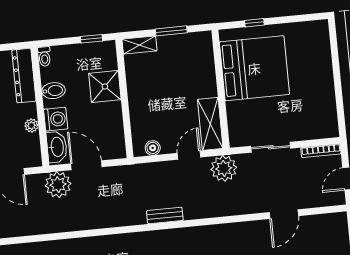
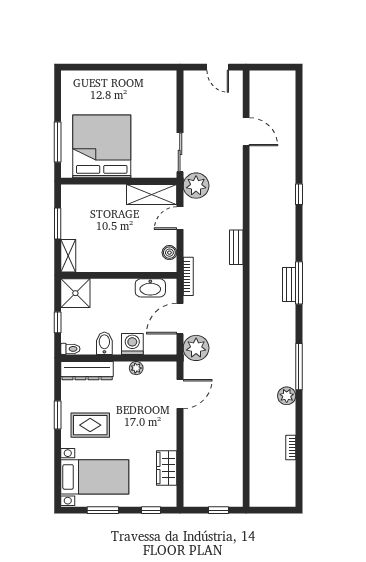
window: (254, 23) -> (58, 142), width x2.17
window: (91, 39) -> (58, 322), moved
shower: (105, 86) -> (75, 293), moved
washbasin: (57, 147) -> (150, 288), moved, turned 180
sliding door: (271, 147) -> (180, 152), moved
bookcase: (321, 151) -> (188, 276), moved
door: (189, 155) -> (180, 218), hinge flipped

